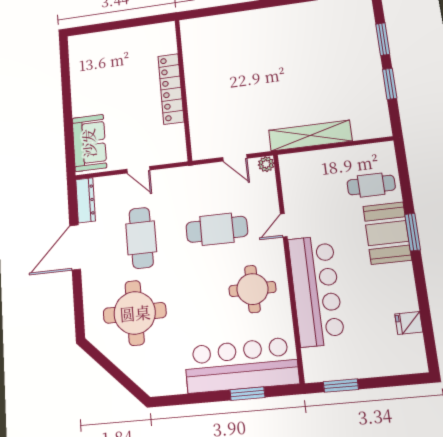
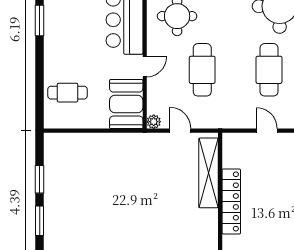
shelving: (310, 136) -> (209, 173), moved, turned 90
cafe table: (217, 229) -> (202, 70), turned 90
window: (413, 232) -> (40, 21), moved
booth: (387, 233) -> (126, 104), moved

